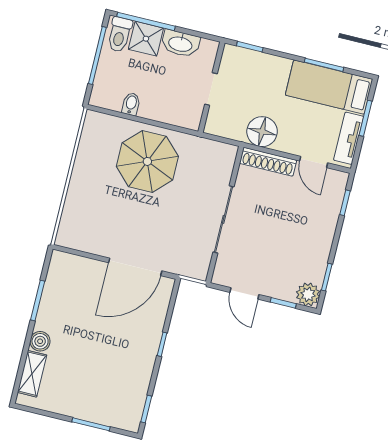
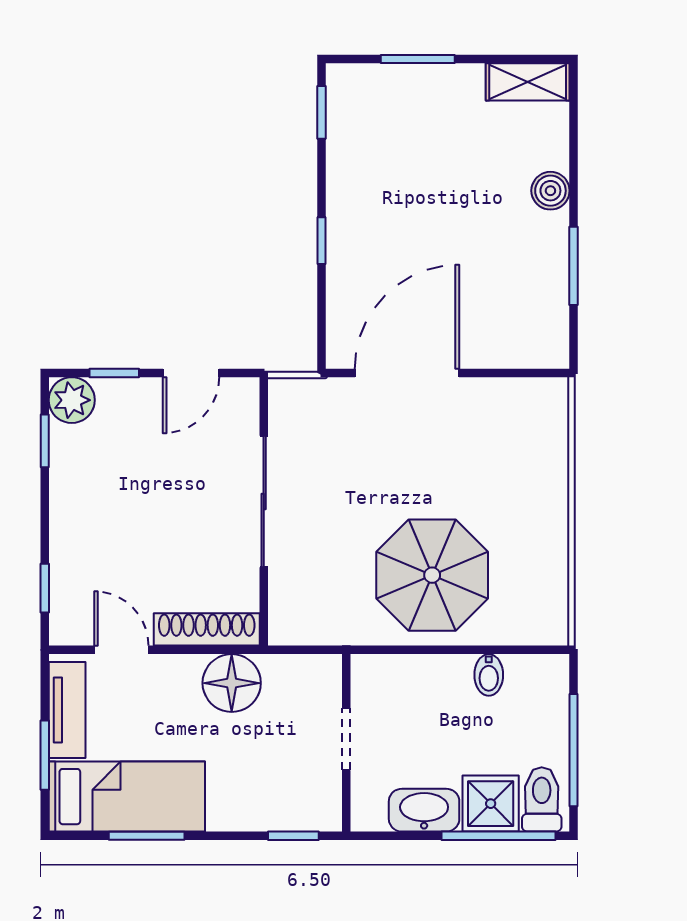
door: (244, 293) -> (191, 373), swing flipped
shelving: (32, 374) -> (528, 82), moved, turned 90

